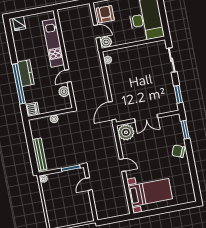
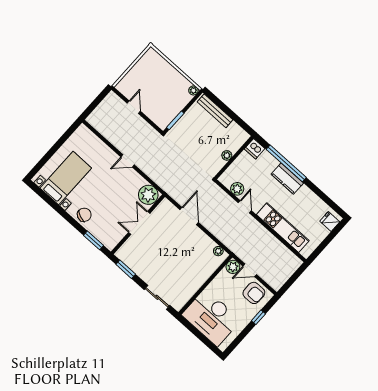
door: (112, 111) -> (189, 216), moved
door: (89, 184) -> (134, 107), moved
bed with nightstands: (150, 192) -> (66, 178), moved, turned 180

